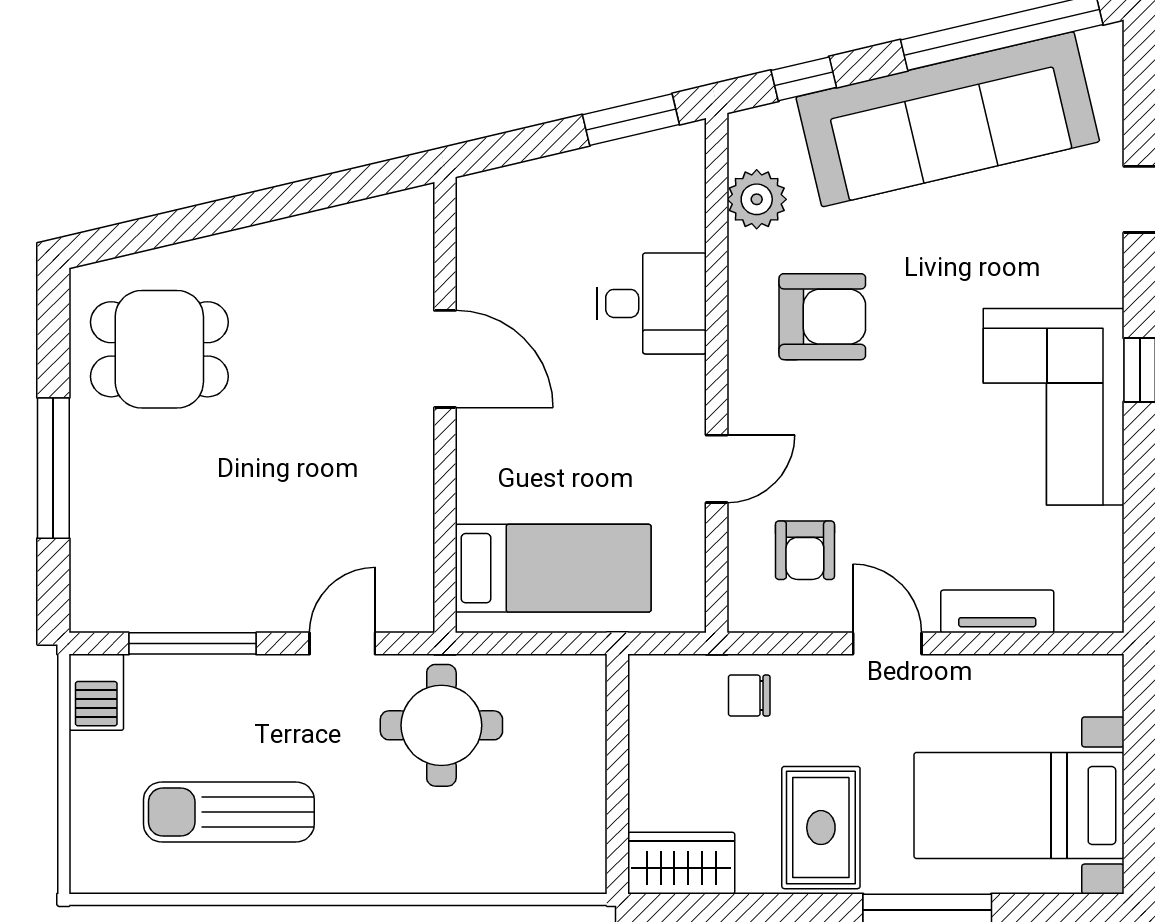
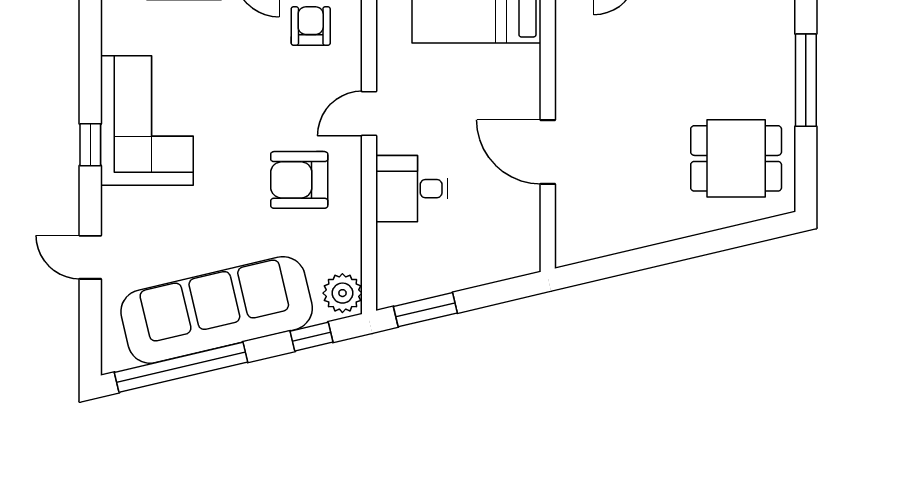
plant: (757, 199) -> (342, 293), moved
door: (717, 469) -> (369, 113), moved

